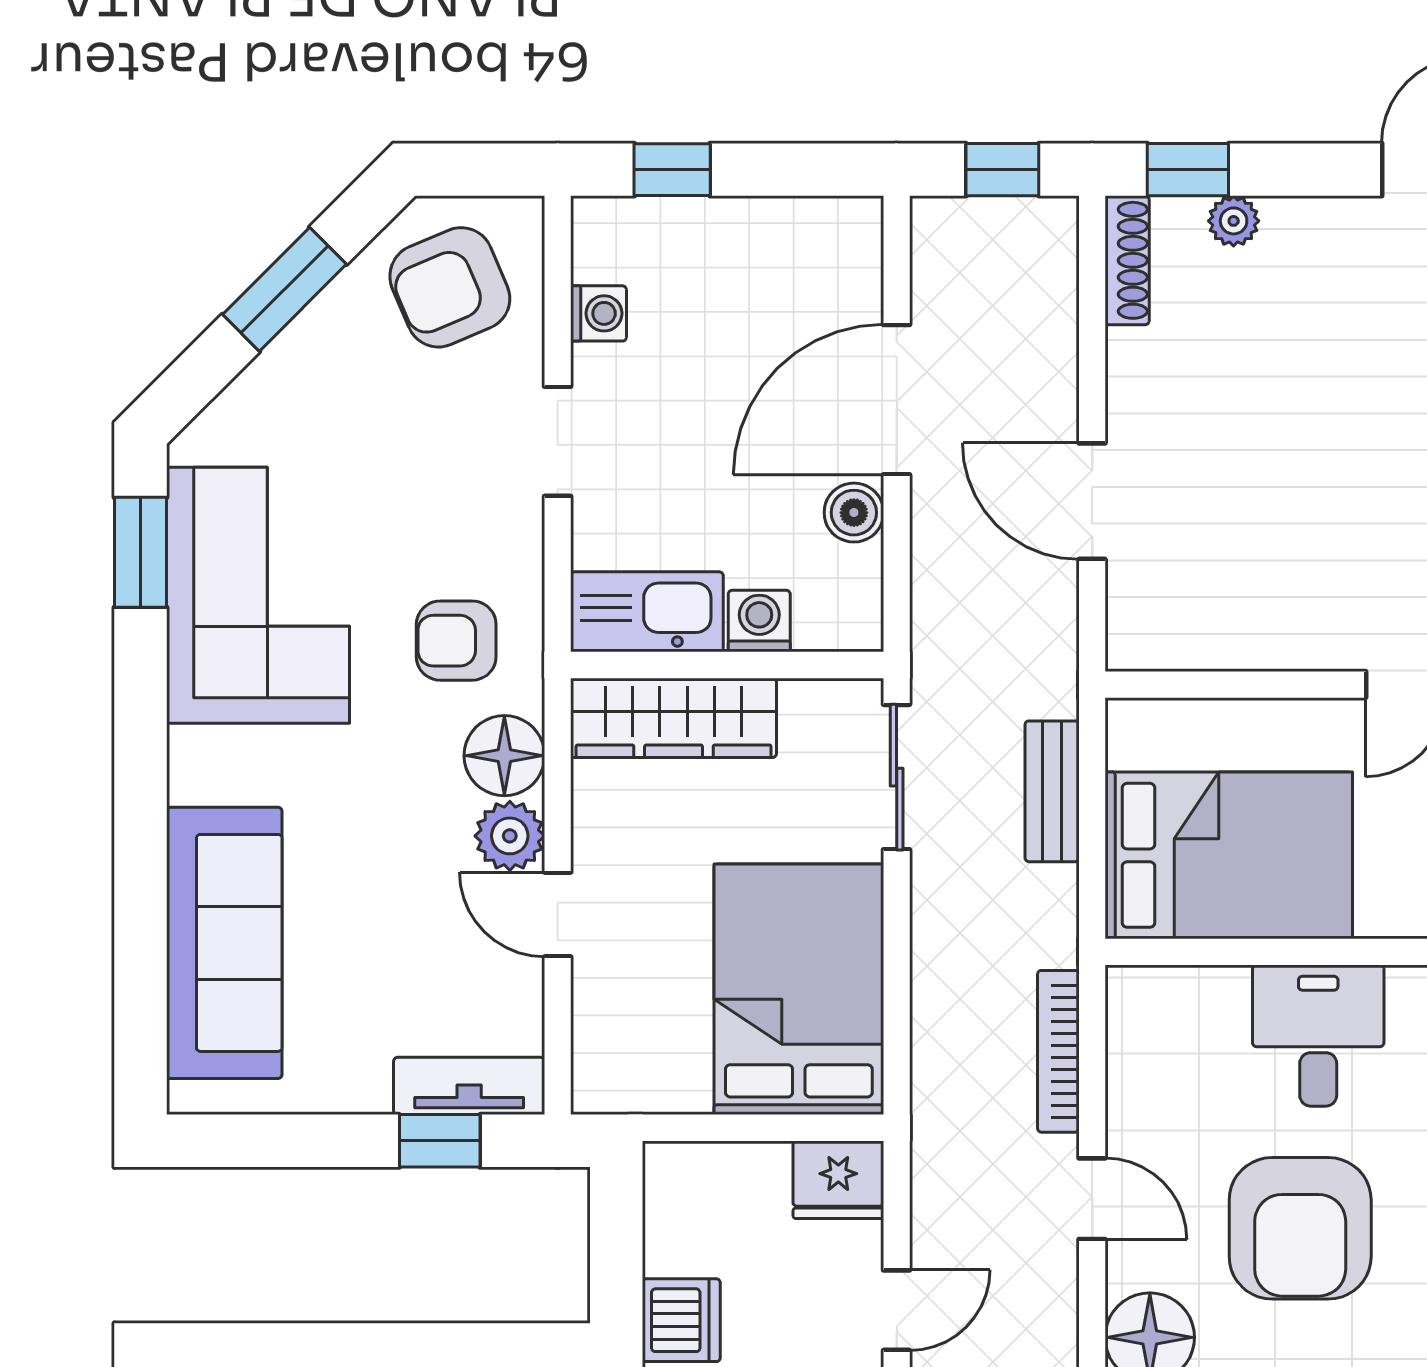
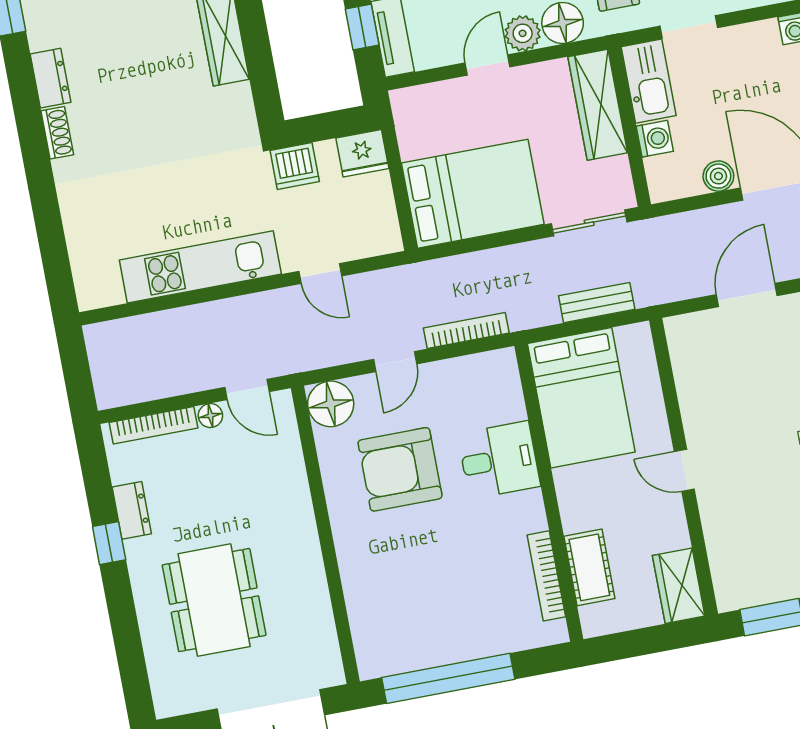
doorway: (558, 441) -> (689, 27), moved
fridge: (838, 1180) -> (362, 153), moved, turned -90

